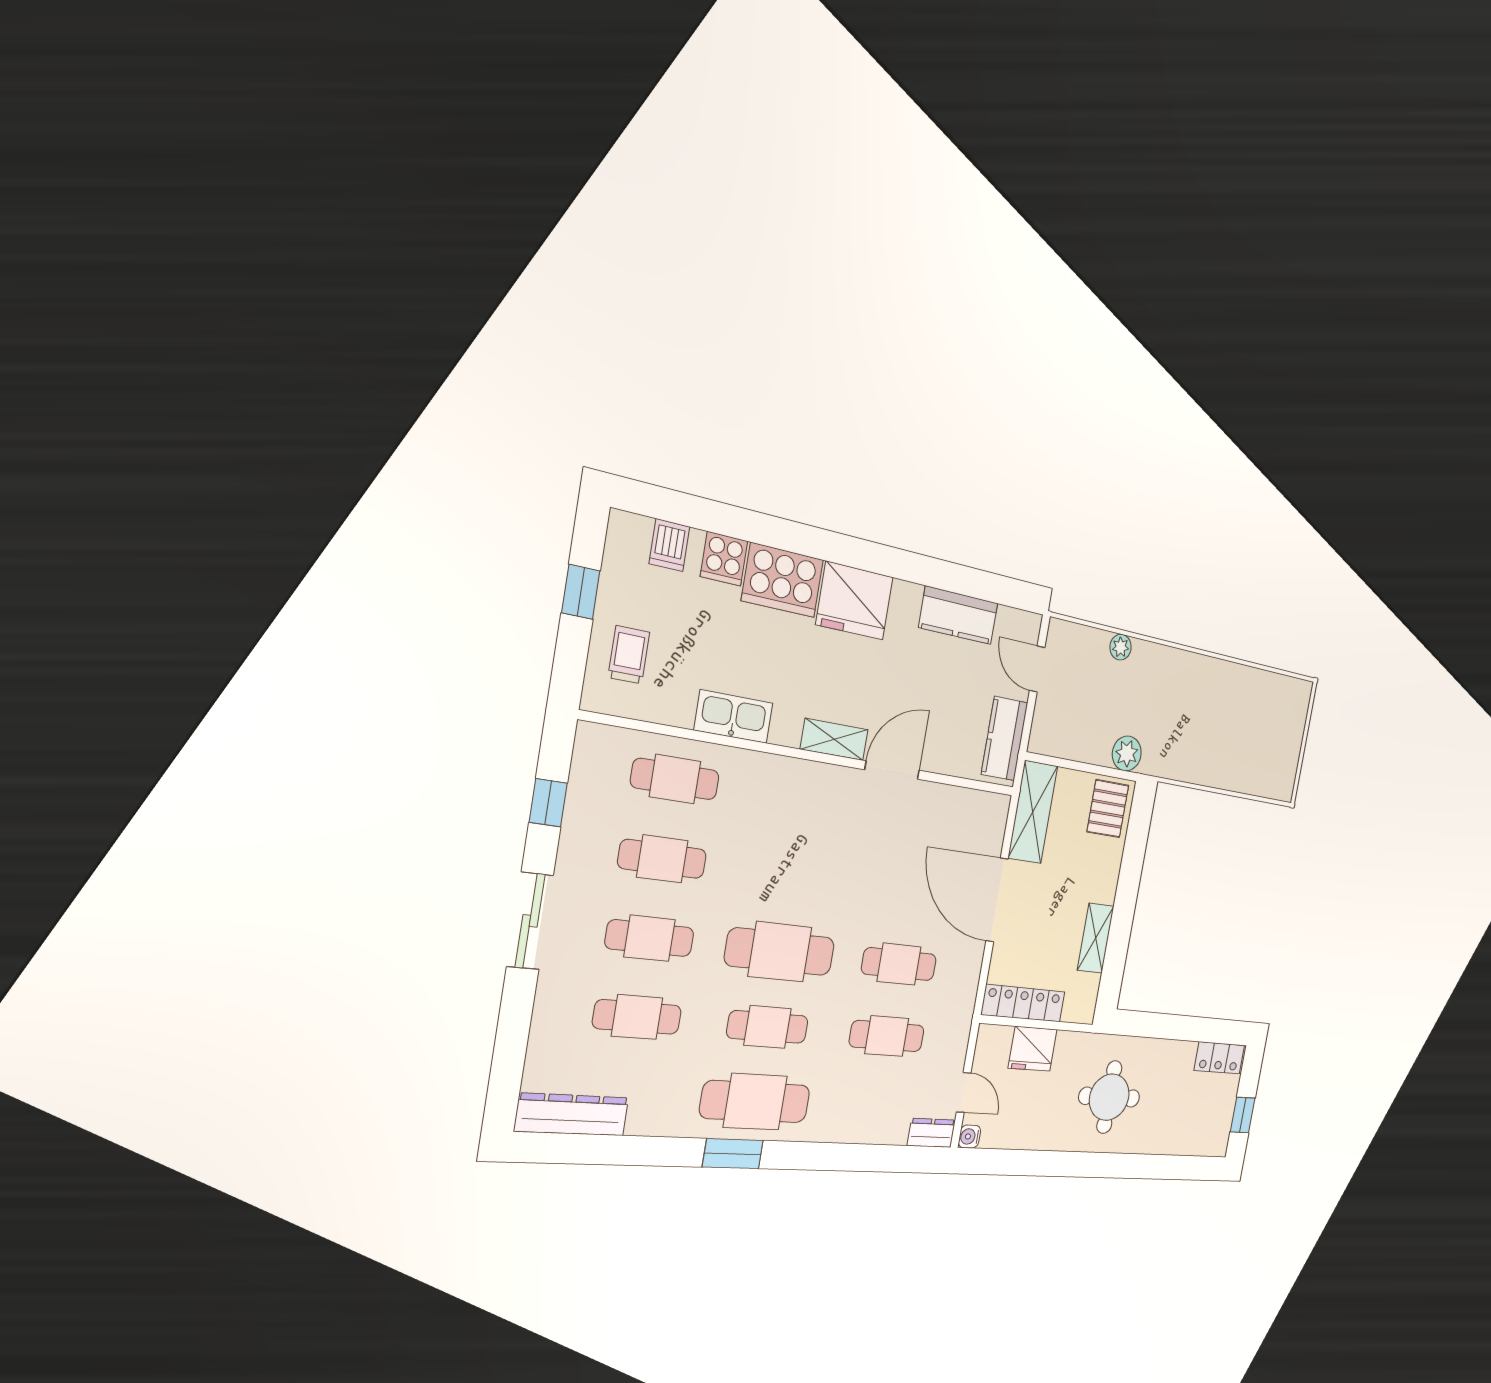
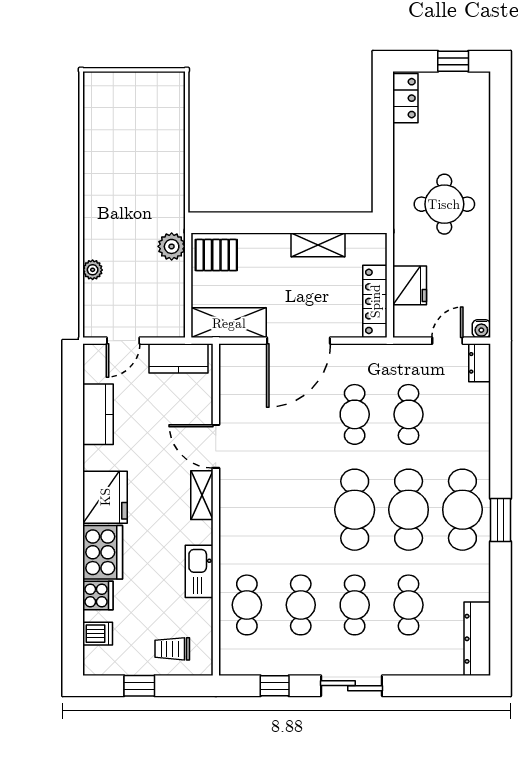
cafe table: (768, 1027) -> (409, 510), width x1.37, depth x1.35

